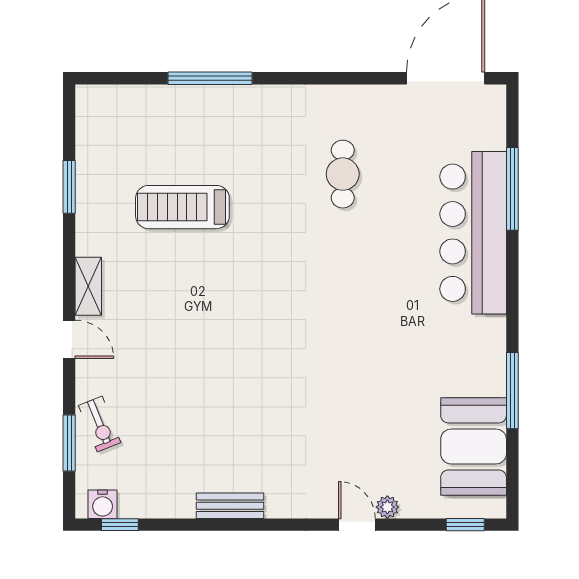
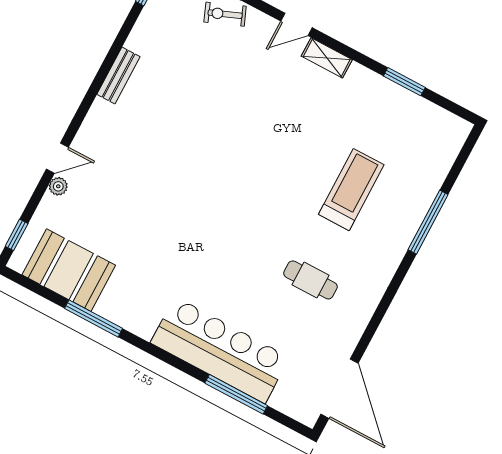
treadmill: (182, 207) -> (351, 190), moved

